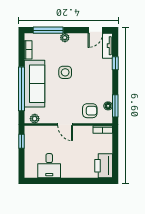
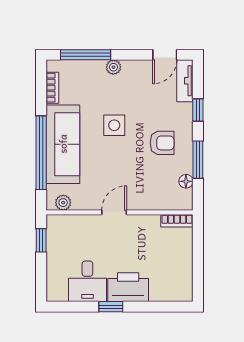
window: (115, 106) -> (198, 160), moved
armchair: (90, 111) -> (162, 143), moved
door: (65, 124) -> (114, 212), swing flipped
printer: (104, 166) -> (128, 287), moved, turned 90
window: (63, 181) -> (111, 307), added

